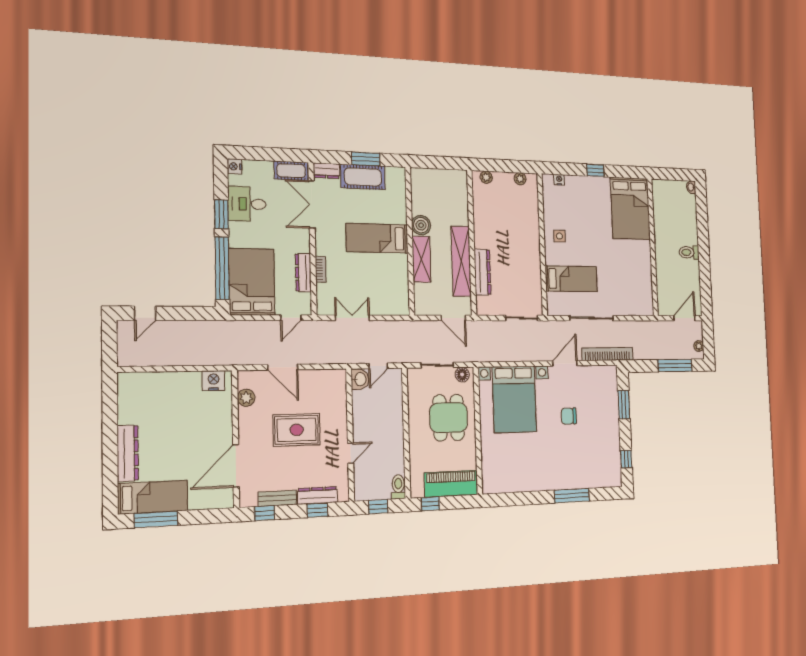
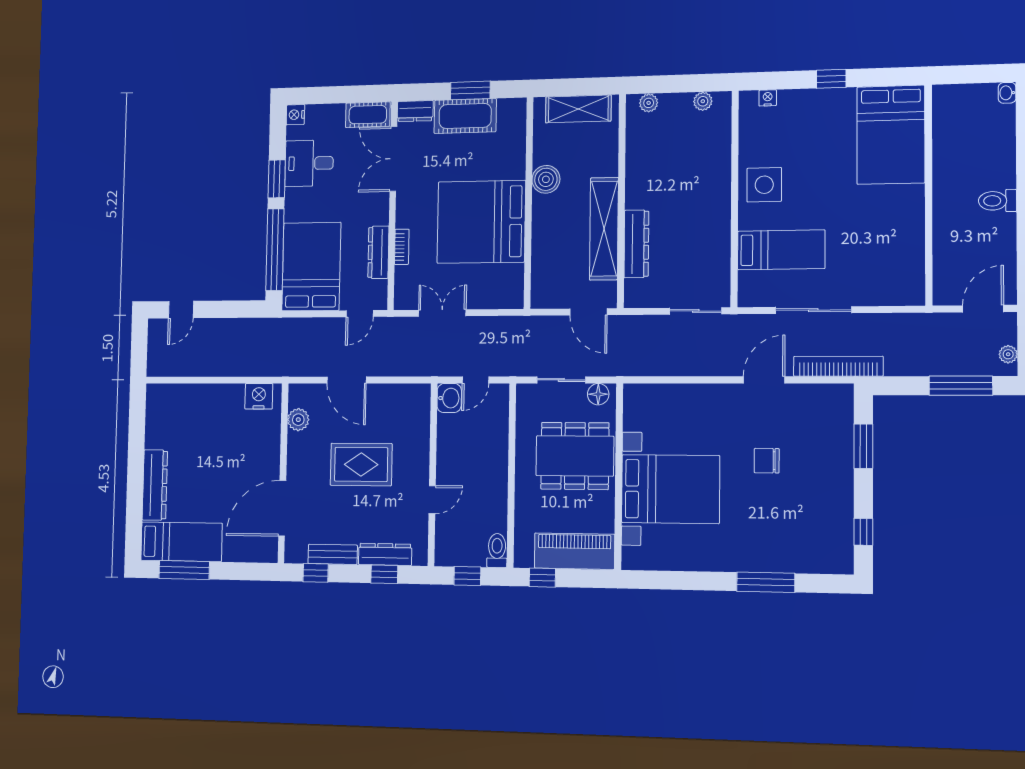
side table: (559, 236) -> (764, 185), width x1.87, depth x1.87
bed: (377, 238) -> (481, 222), width x2.04
shelving: (421, 259) -> (578, 109), moved, turned 90
bed with nightstands: (514, 399) -> (670, 489), moved, turned -90
dining table: (449, 418) -> (575, 456), width x1.38

